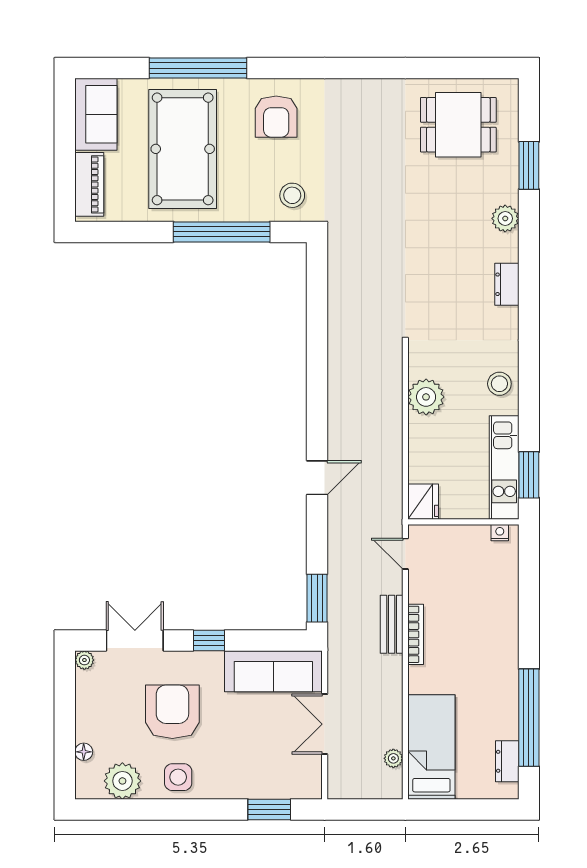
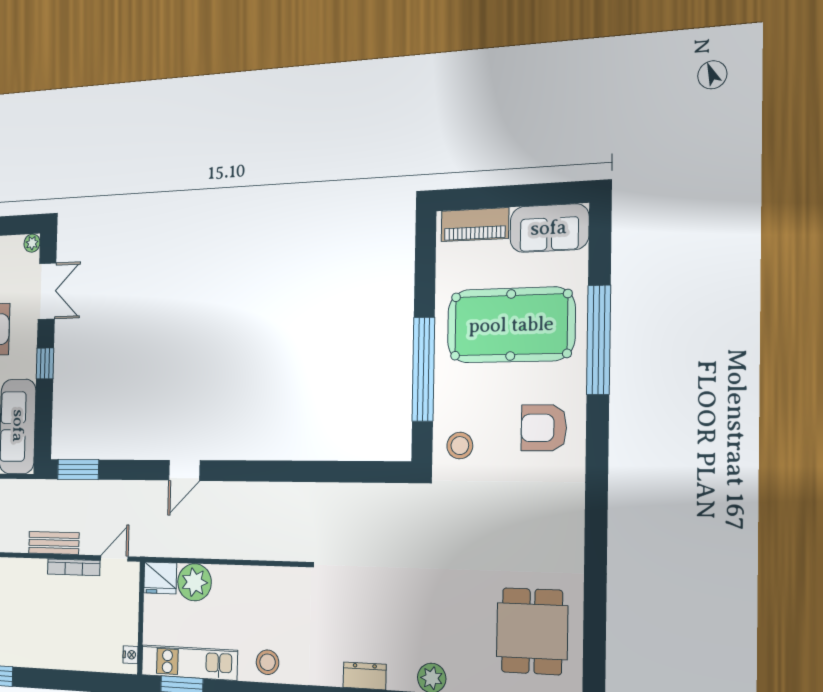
plant: (426, 397) -> (194, 582), moved
door: (317, 478) -> (184, 470), hinge flipped
bookcase: (416, 634) -> (74, 567), moved

